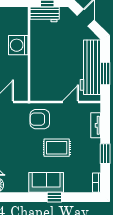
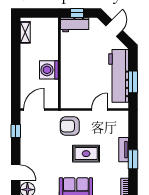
washing machine: (18, 45) -> (49, 70), moved
tv unit: (96, 125) -> (124, 150), moved

